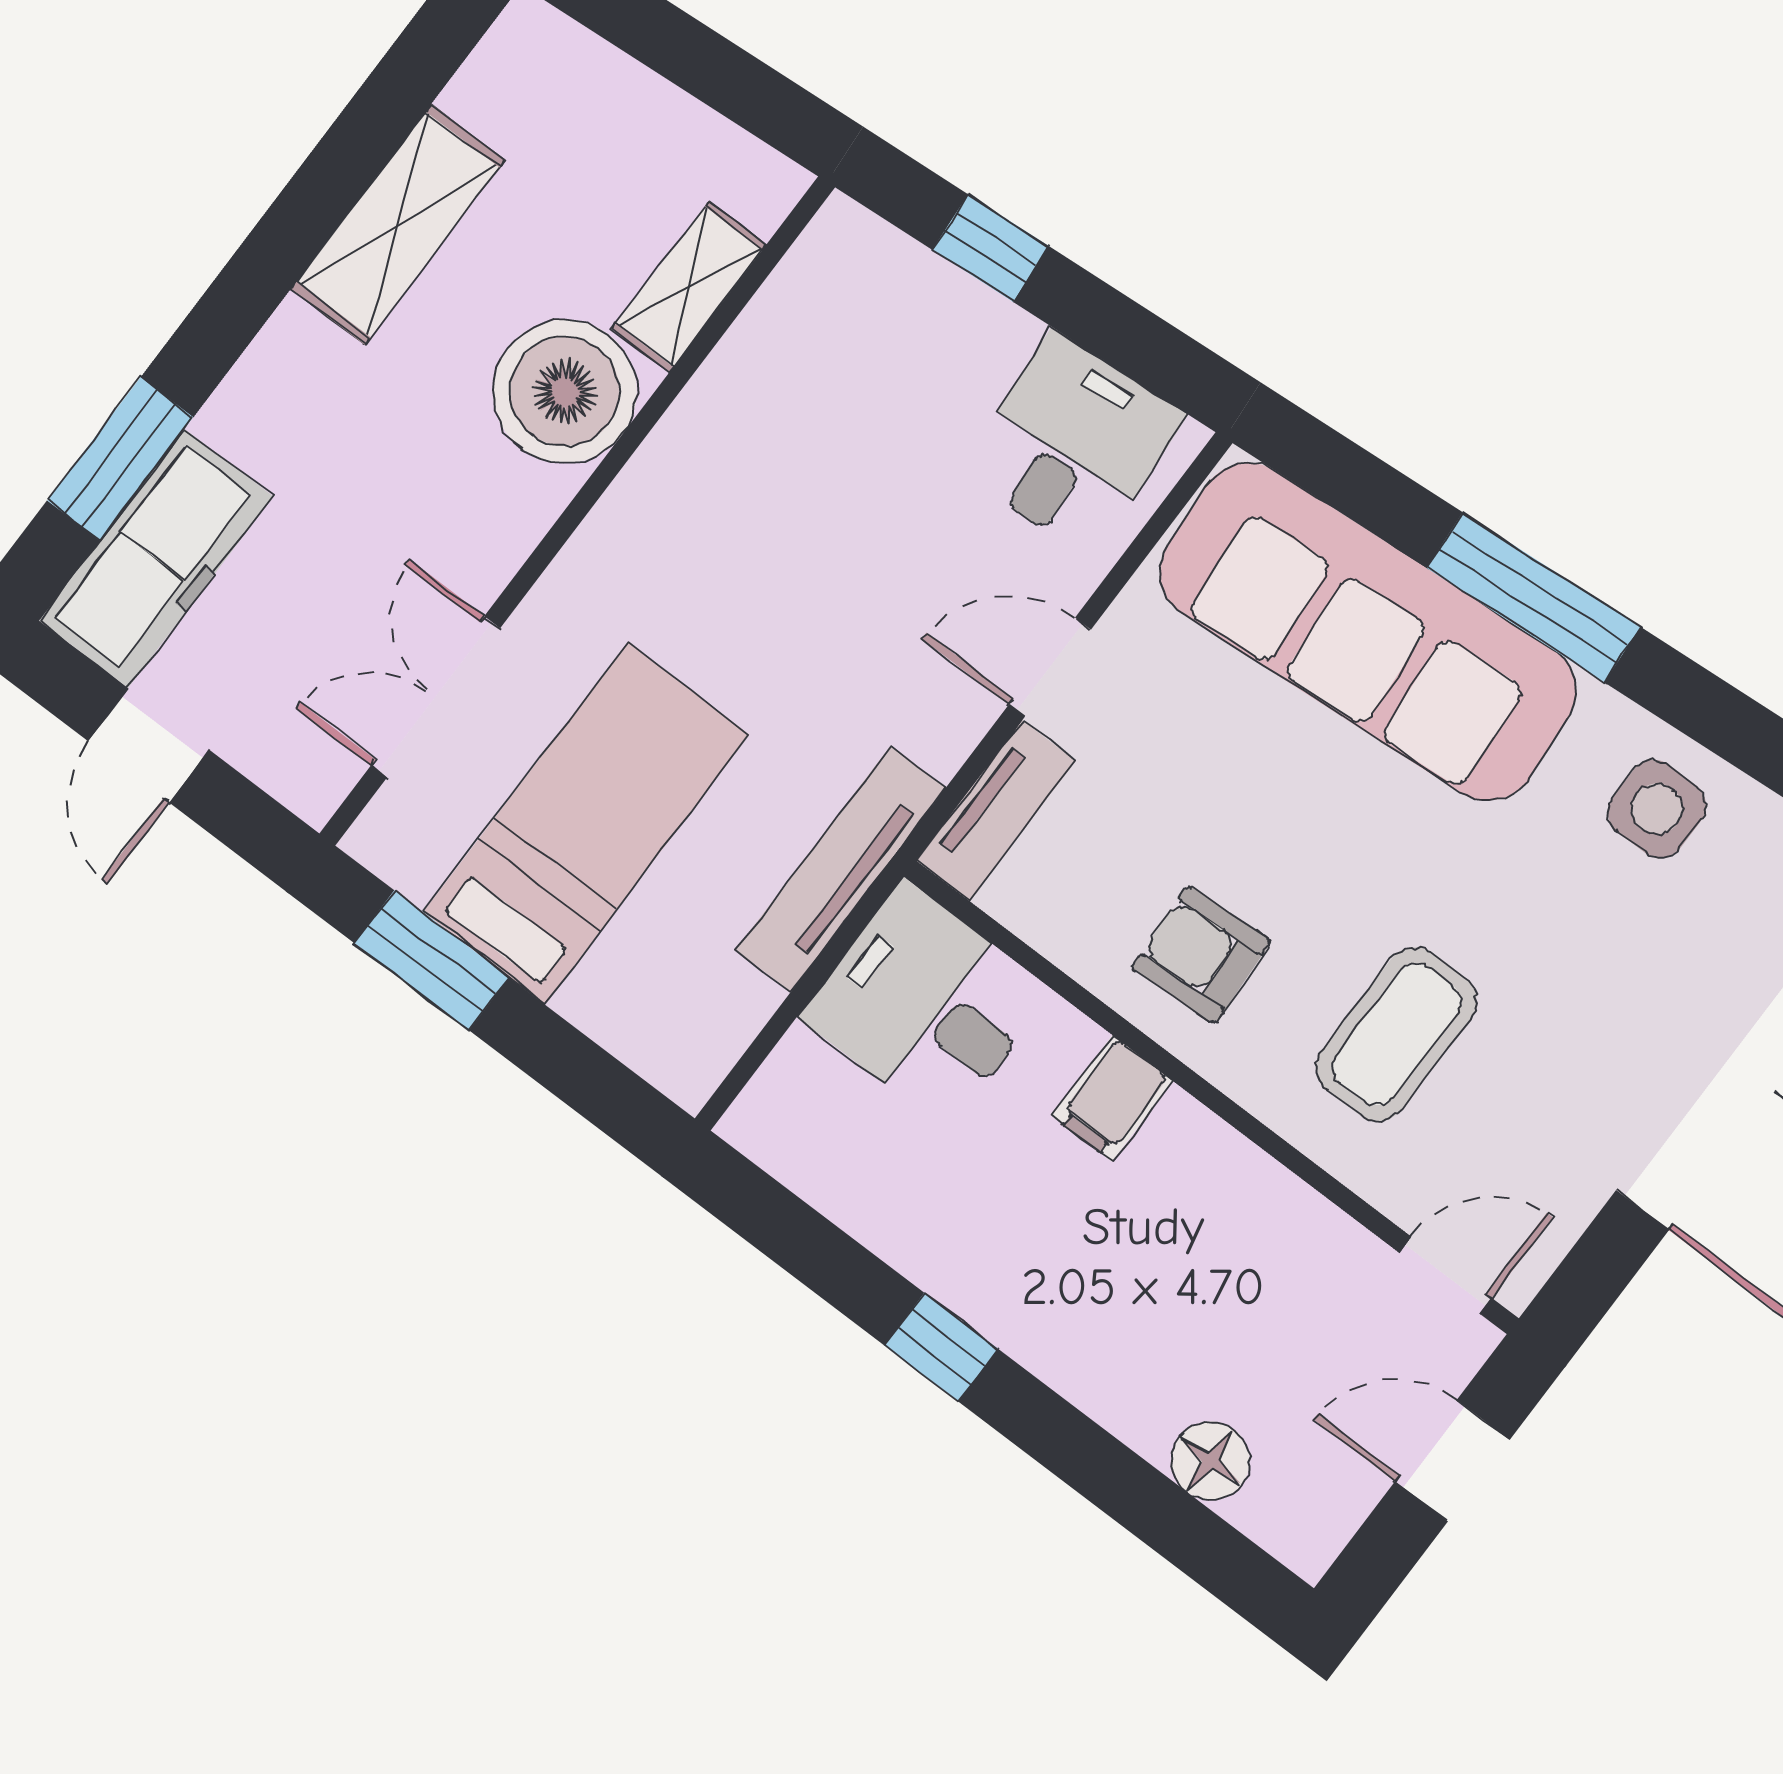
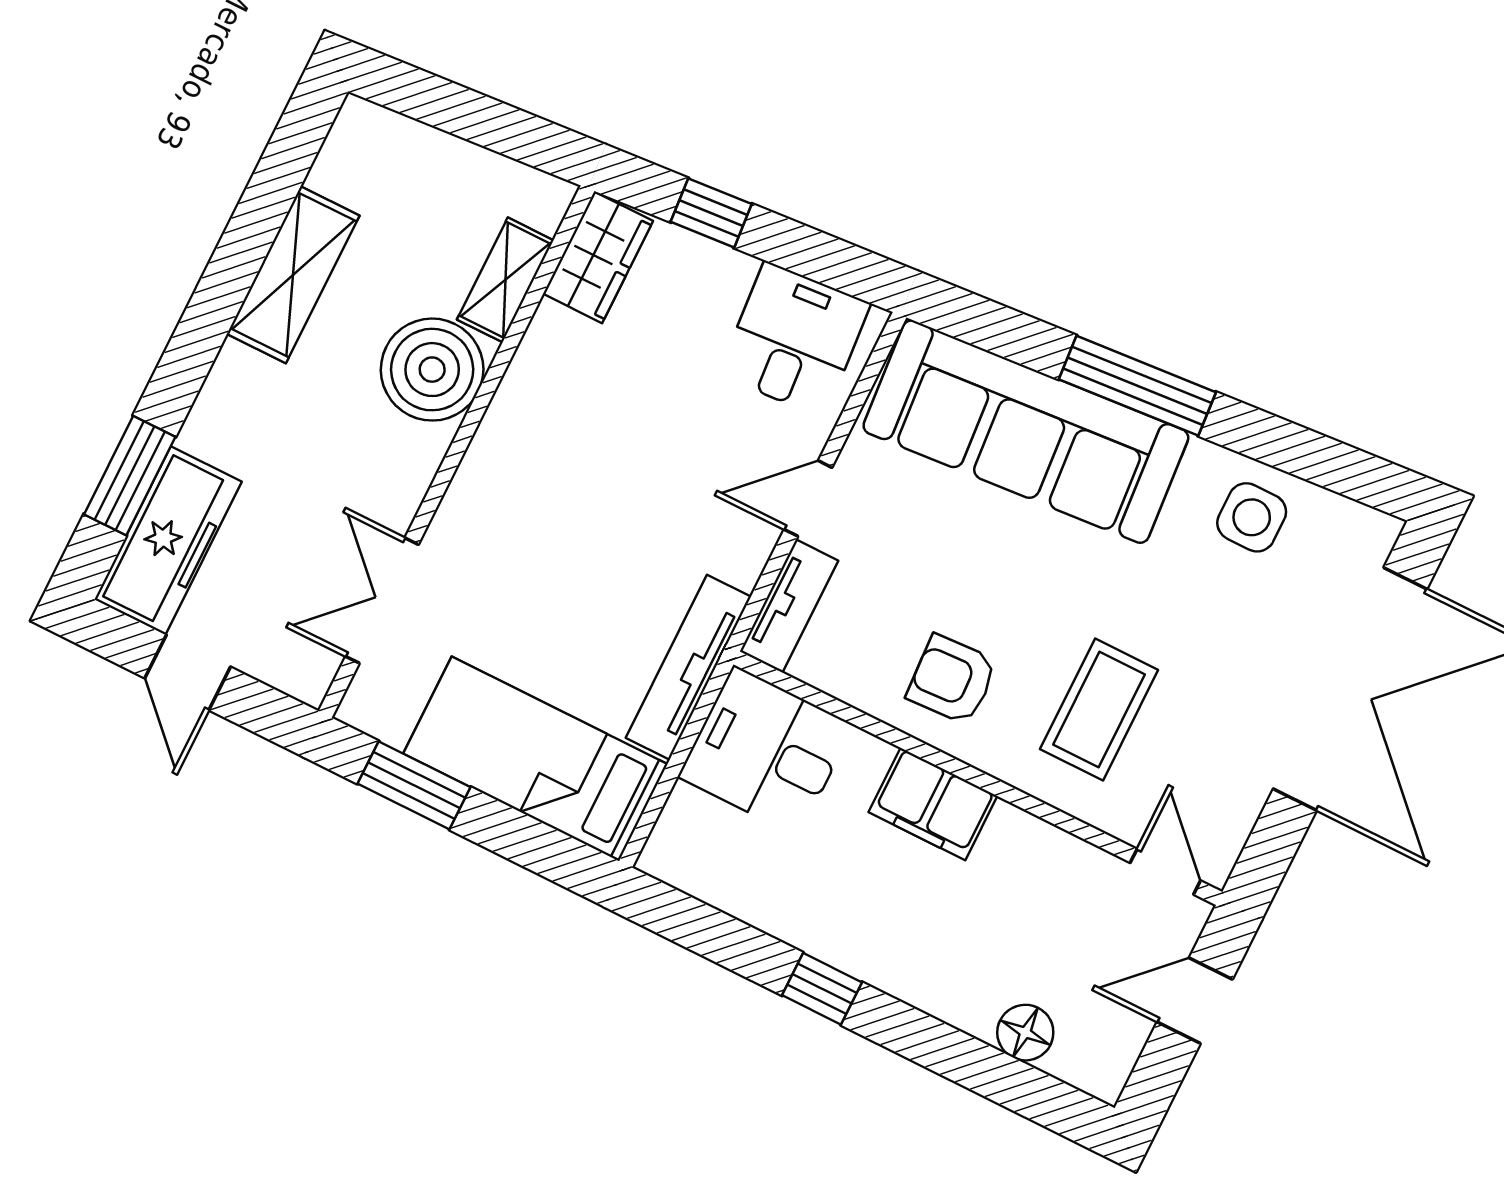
wardrobe: (823, 280) -> (598, 257), added
bed: (586, 823) -> (535, 759), moved, turned -90
filing cabinet: (1112, 1098) -> (933, 804), width x2.00
door: (1445, 1275) -> (1165, 872), hinge flipped

